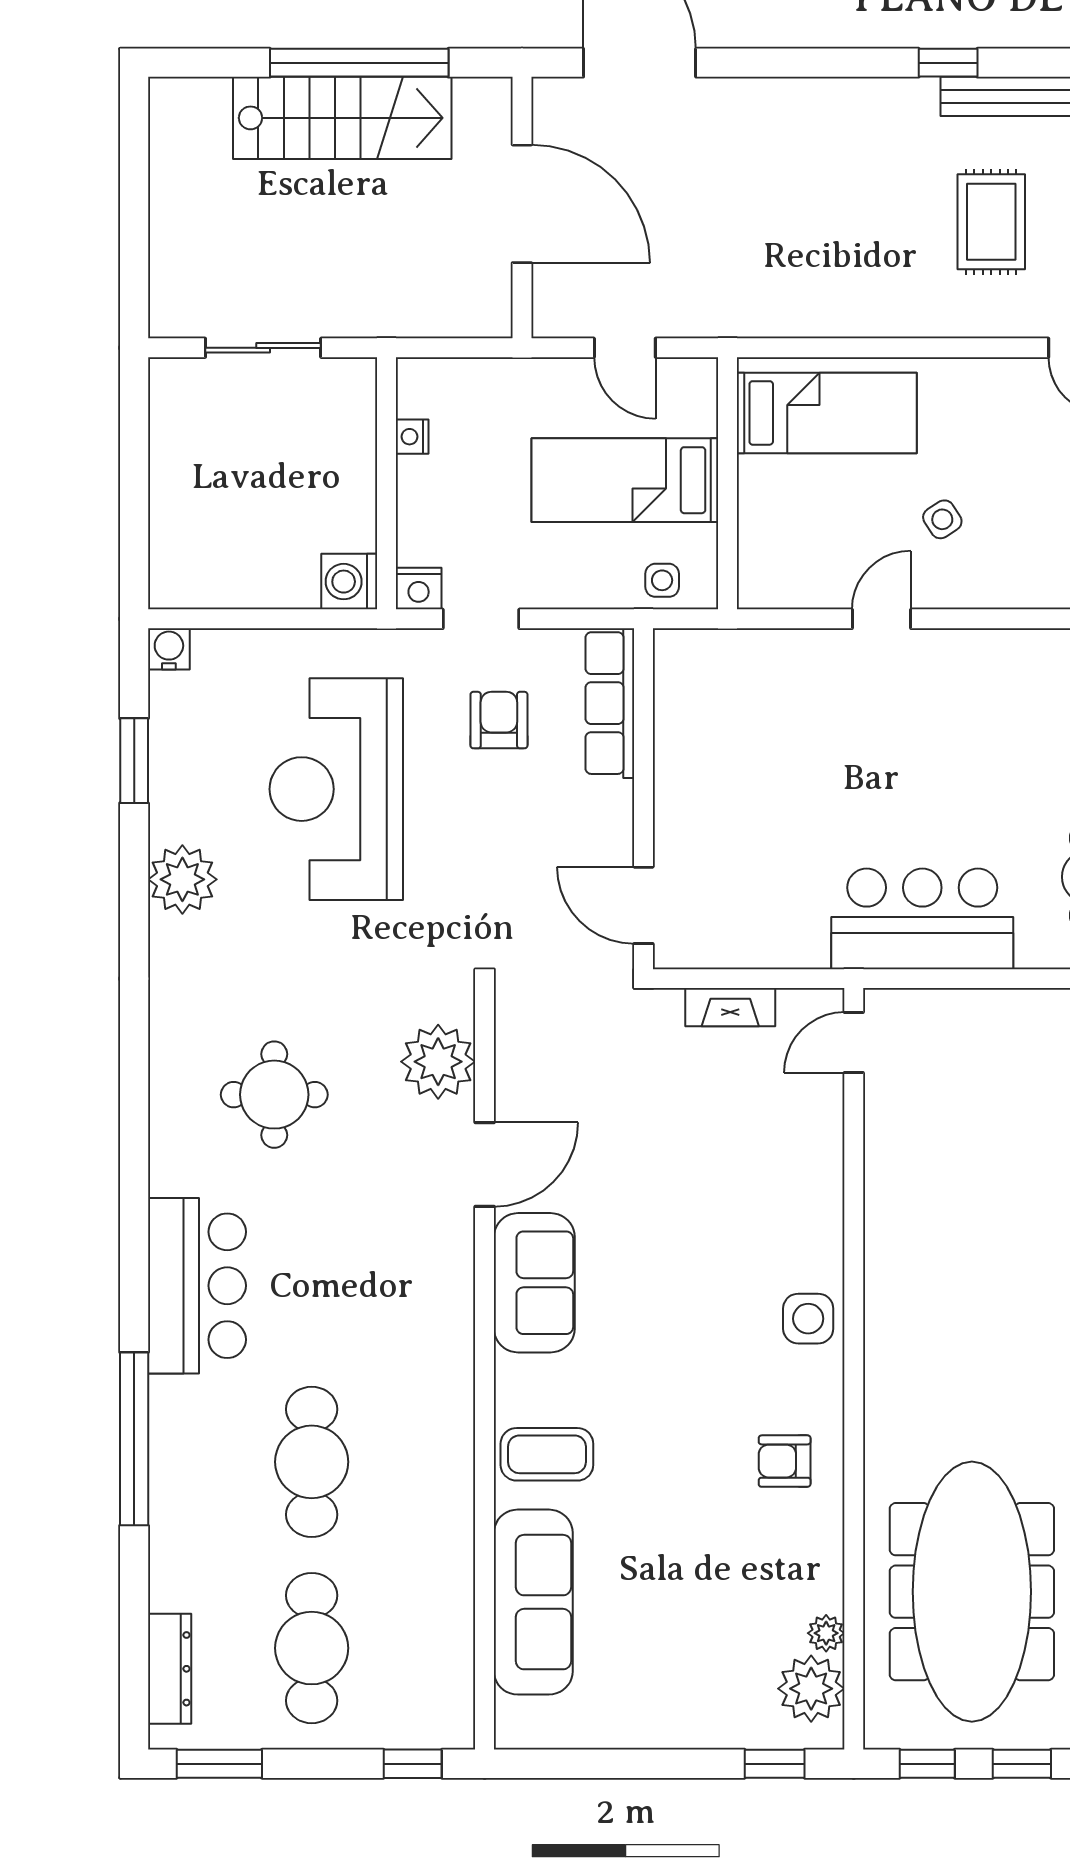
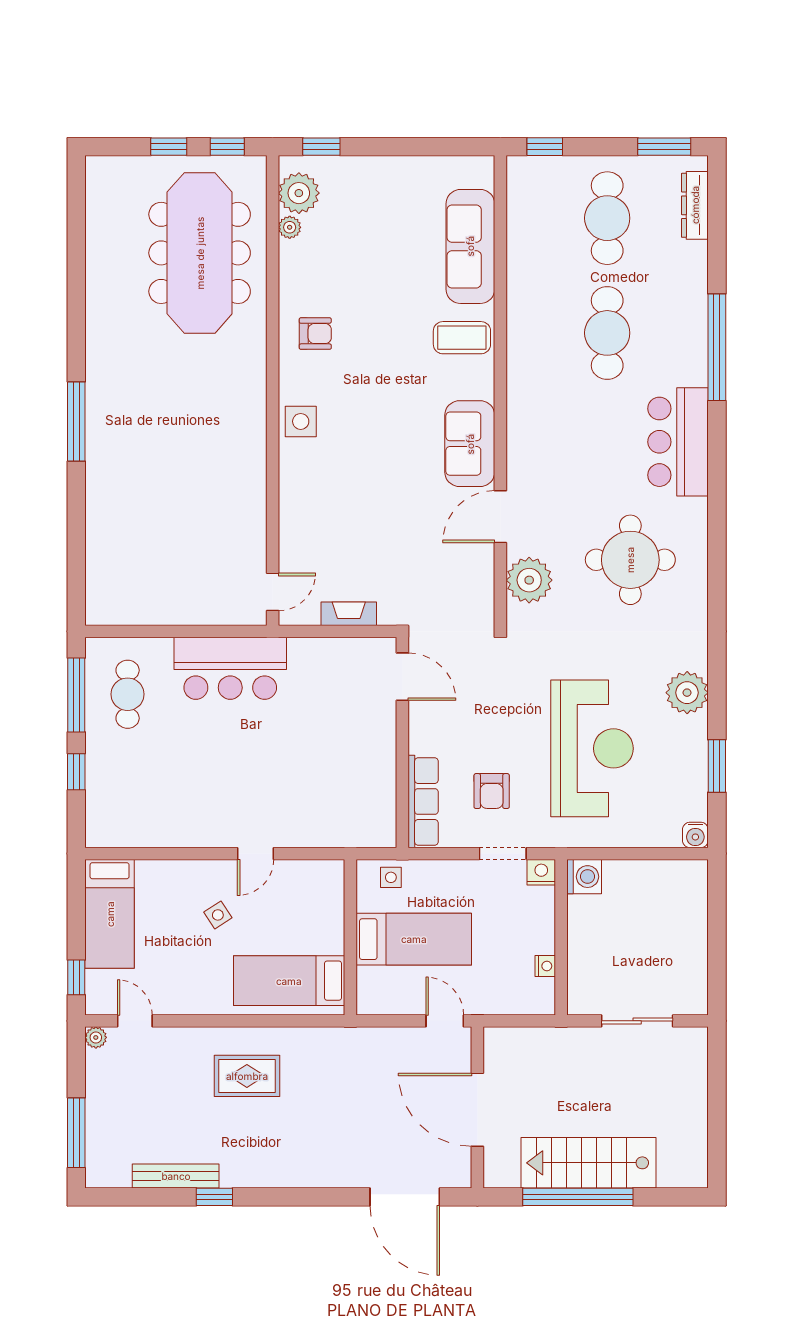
rug: (991, 222) -> (247, 1076), moved, turned 90
door: (625, 348) -> (445, 1021), moved
round table: (274, 1095) -> (630, 560), width x1.36, depth x1.36

